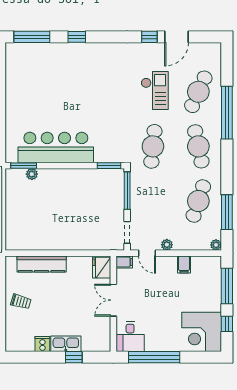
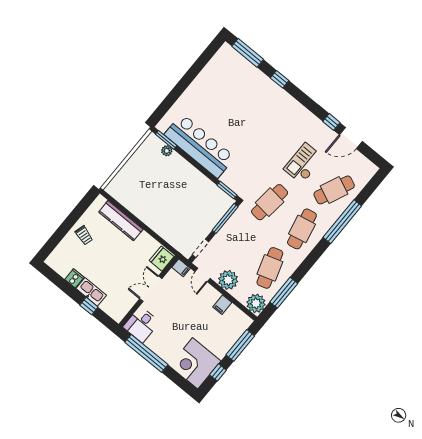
checkout: (155, 90) -> (304, 163), turned 180
cafe table: (198, 201) -> (270, 268), turned -36
plant: (167, 245) -> (228, 280), width x1.88, depth x1.88
plant: (216, 245) -> (256, 303), width x1.87, depth x1.87

